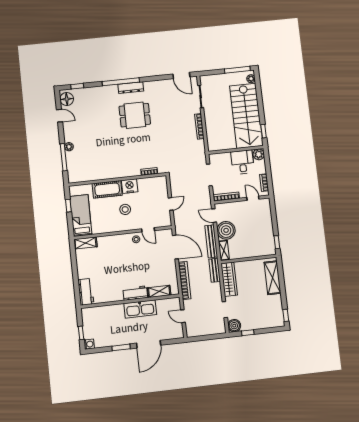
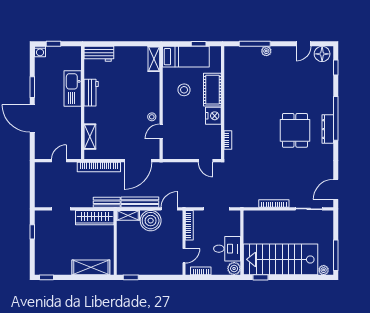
door: (171, 204) -> (205, 161), moved
stool: (125, 209) -> (184, 90), moved
workbench: (135, 293) -> (91, 93), moved
kitchen sink: (140, 309) -> (73, 89), moved
boiler: (234, 326) -> (42, 217), removed

